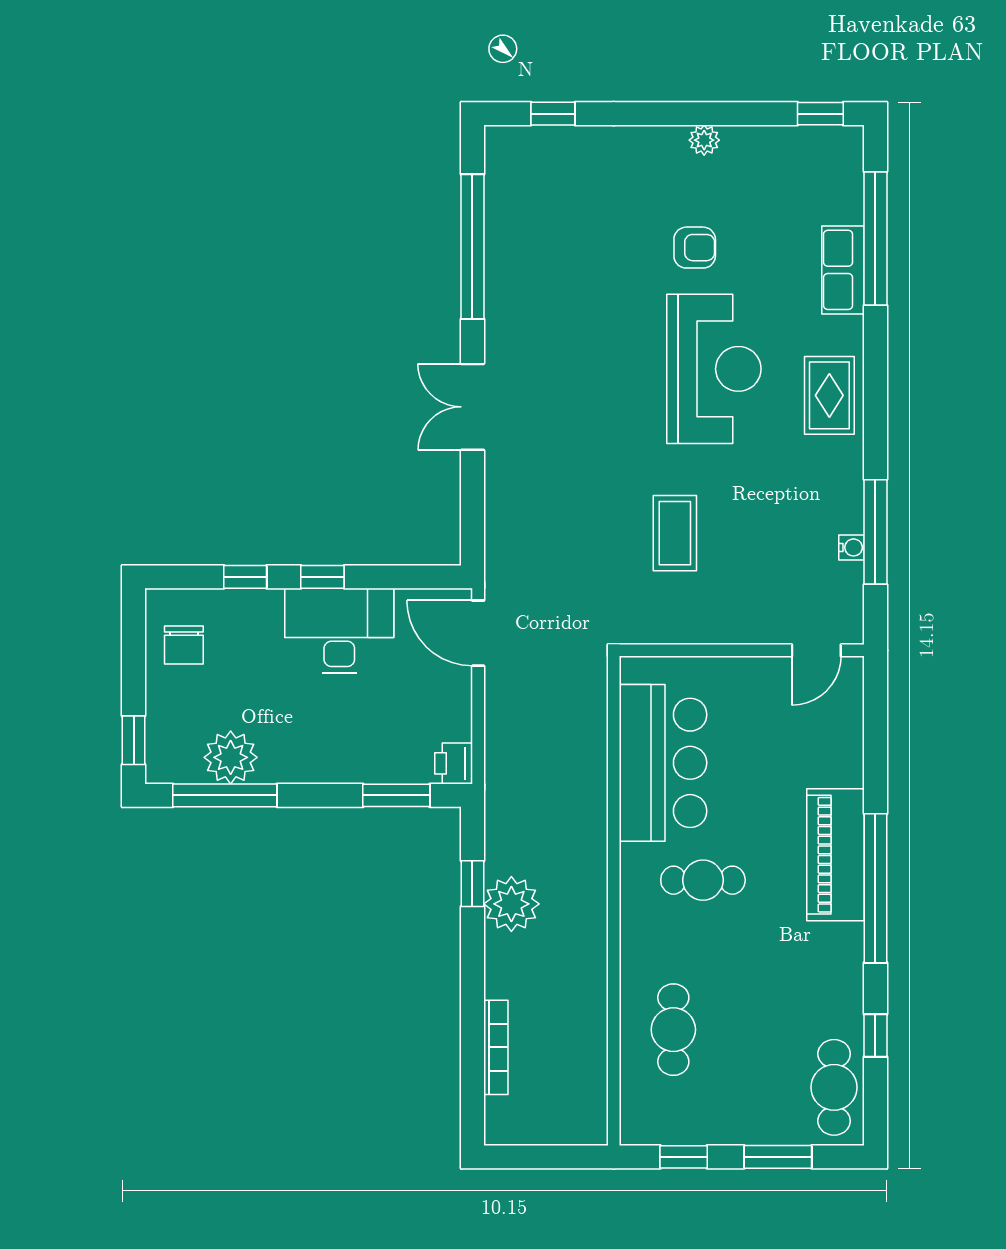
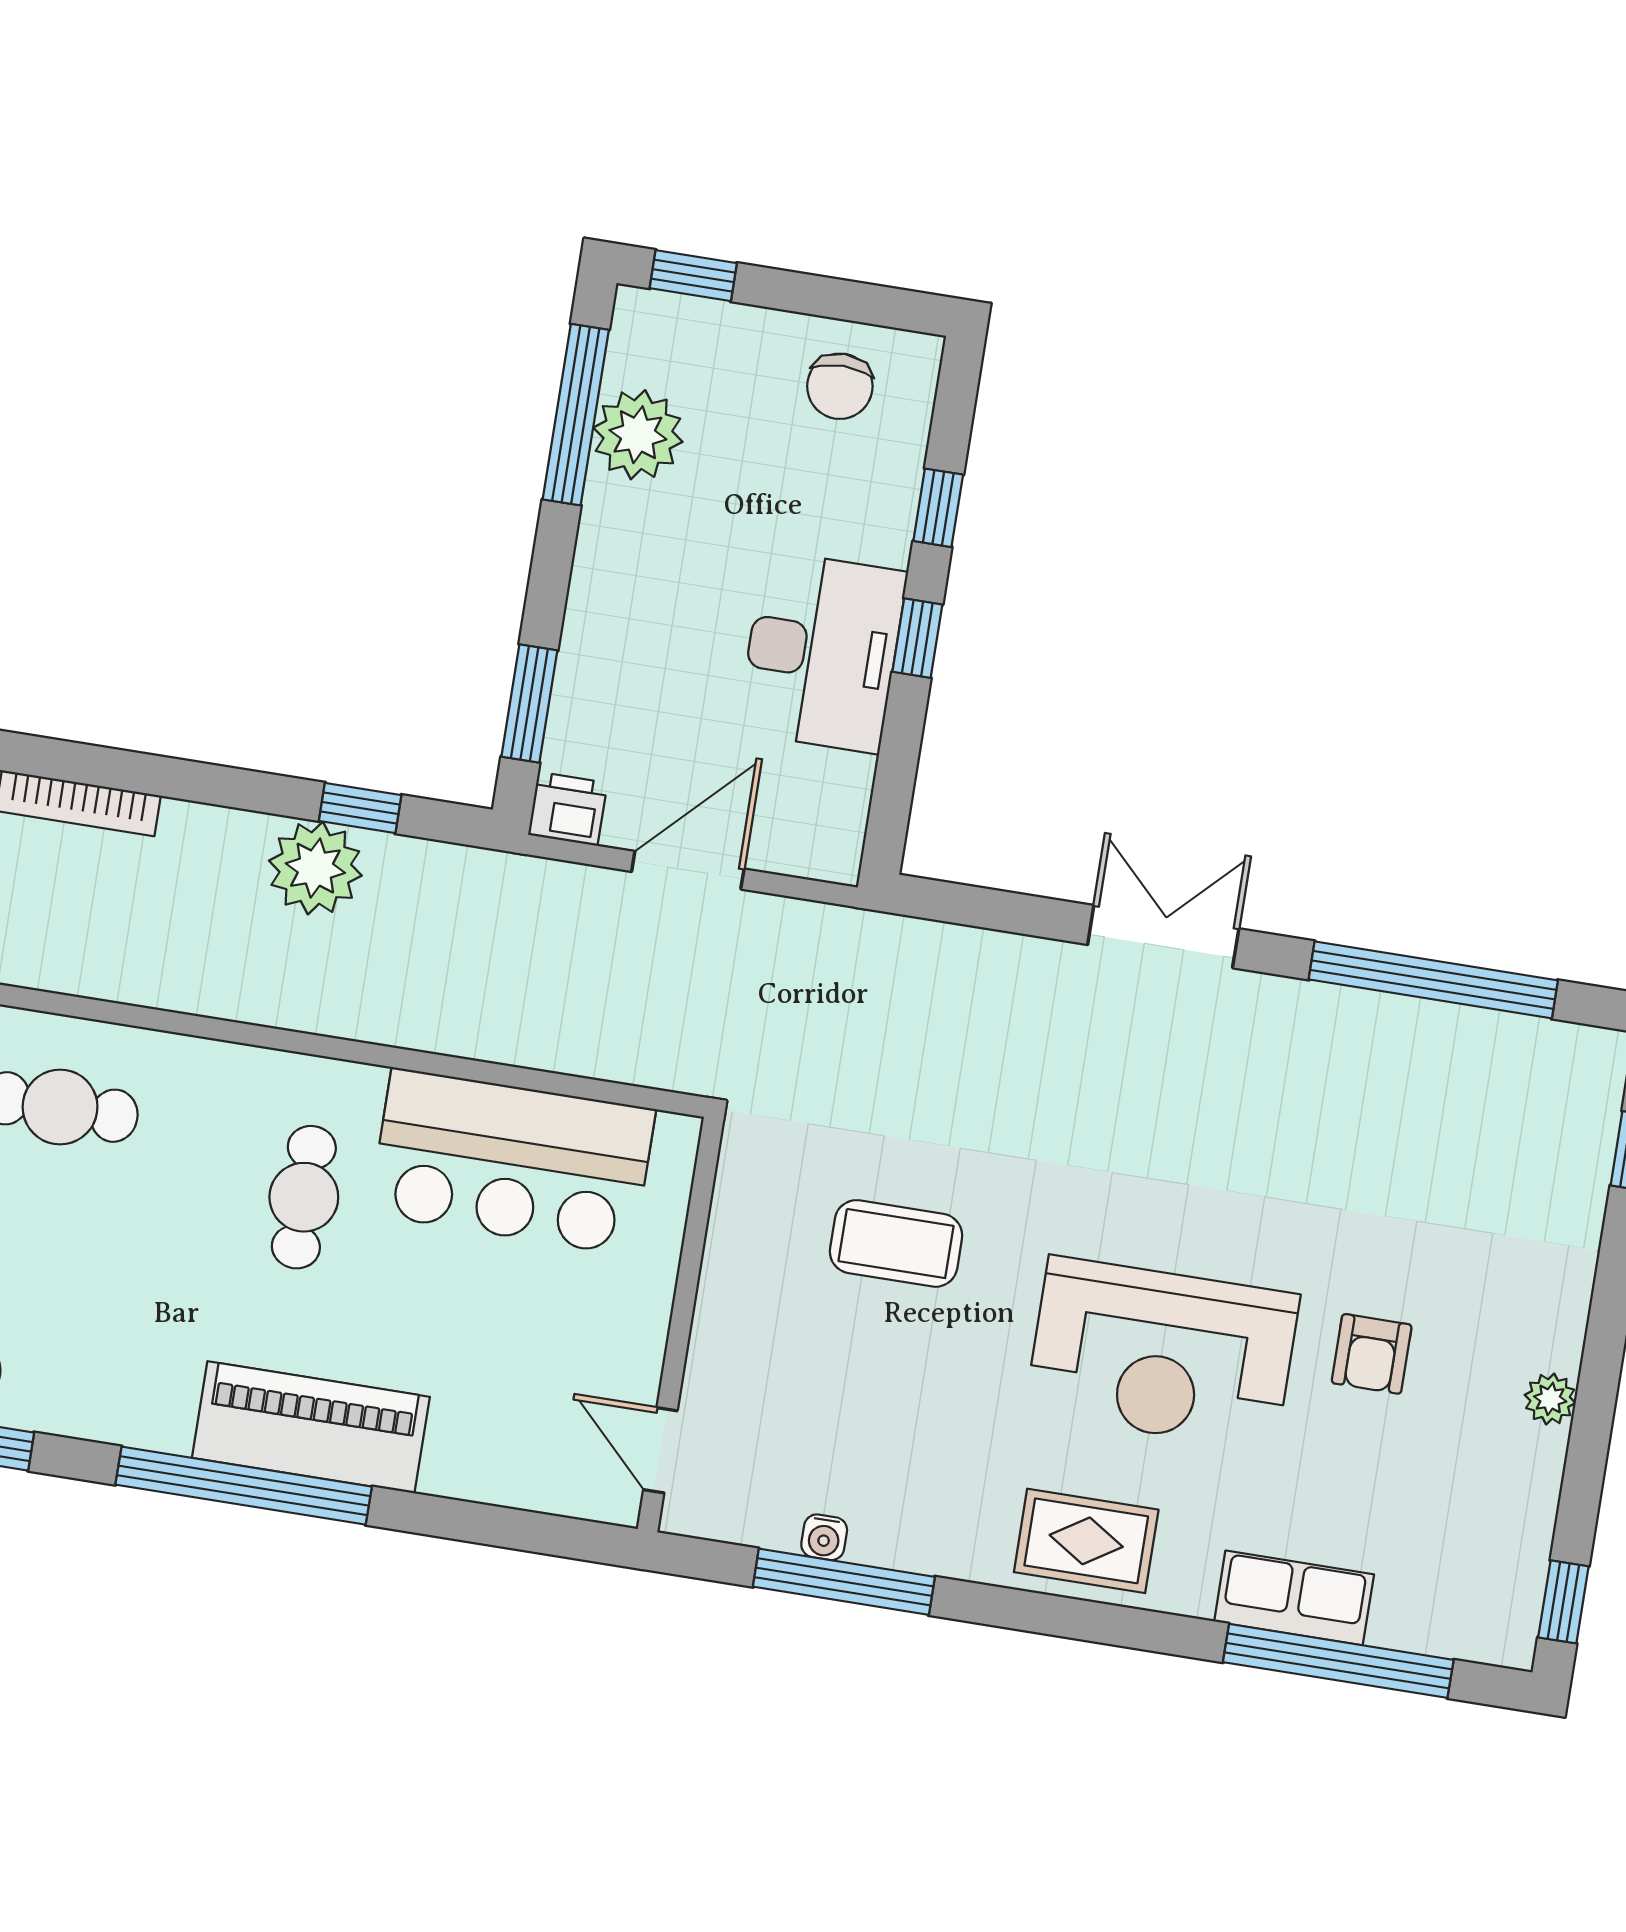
door: (478, 633) -> (688, 870), moved
chair: (184, 645) -> (840, 386), turned -90

